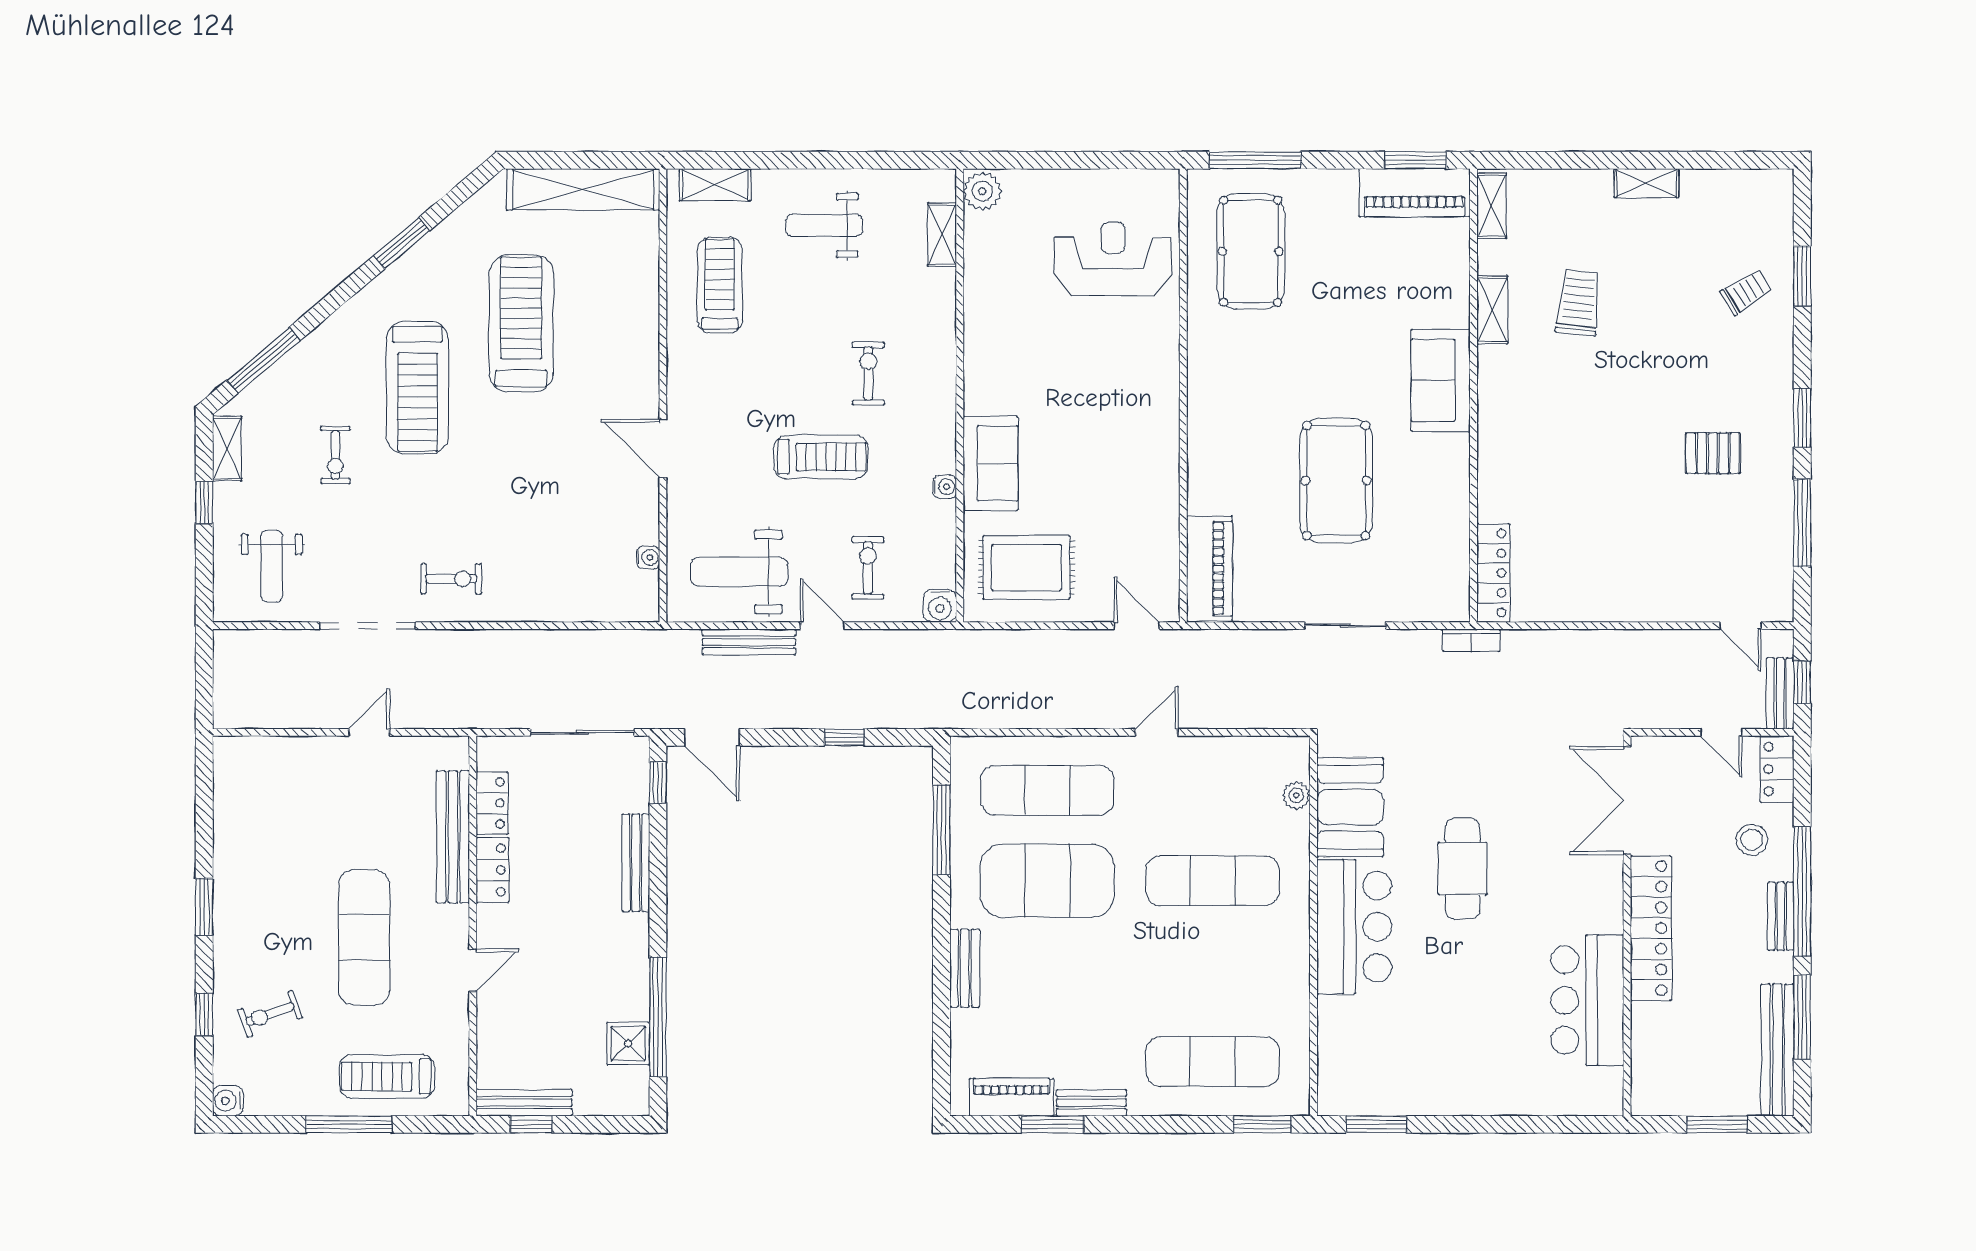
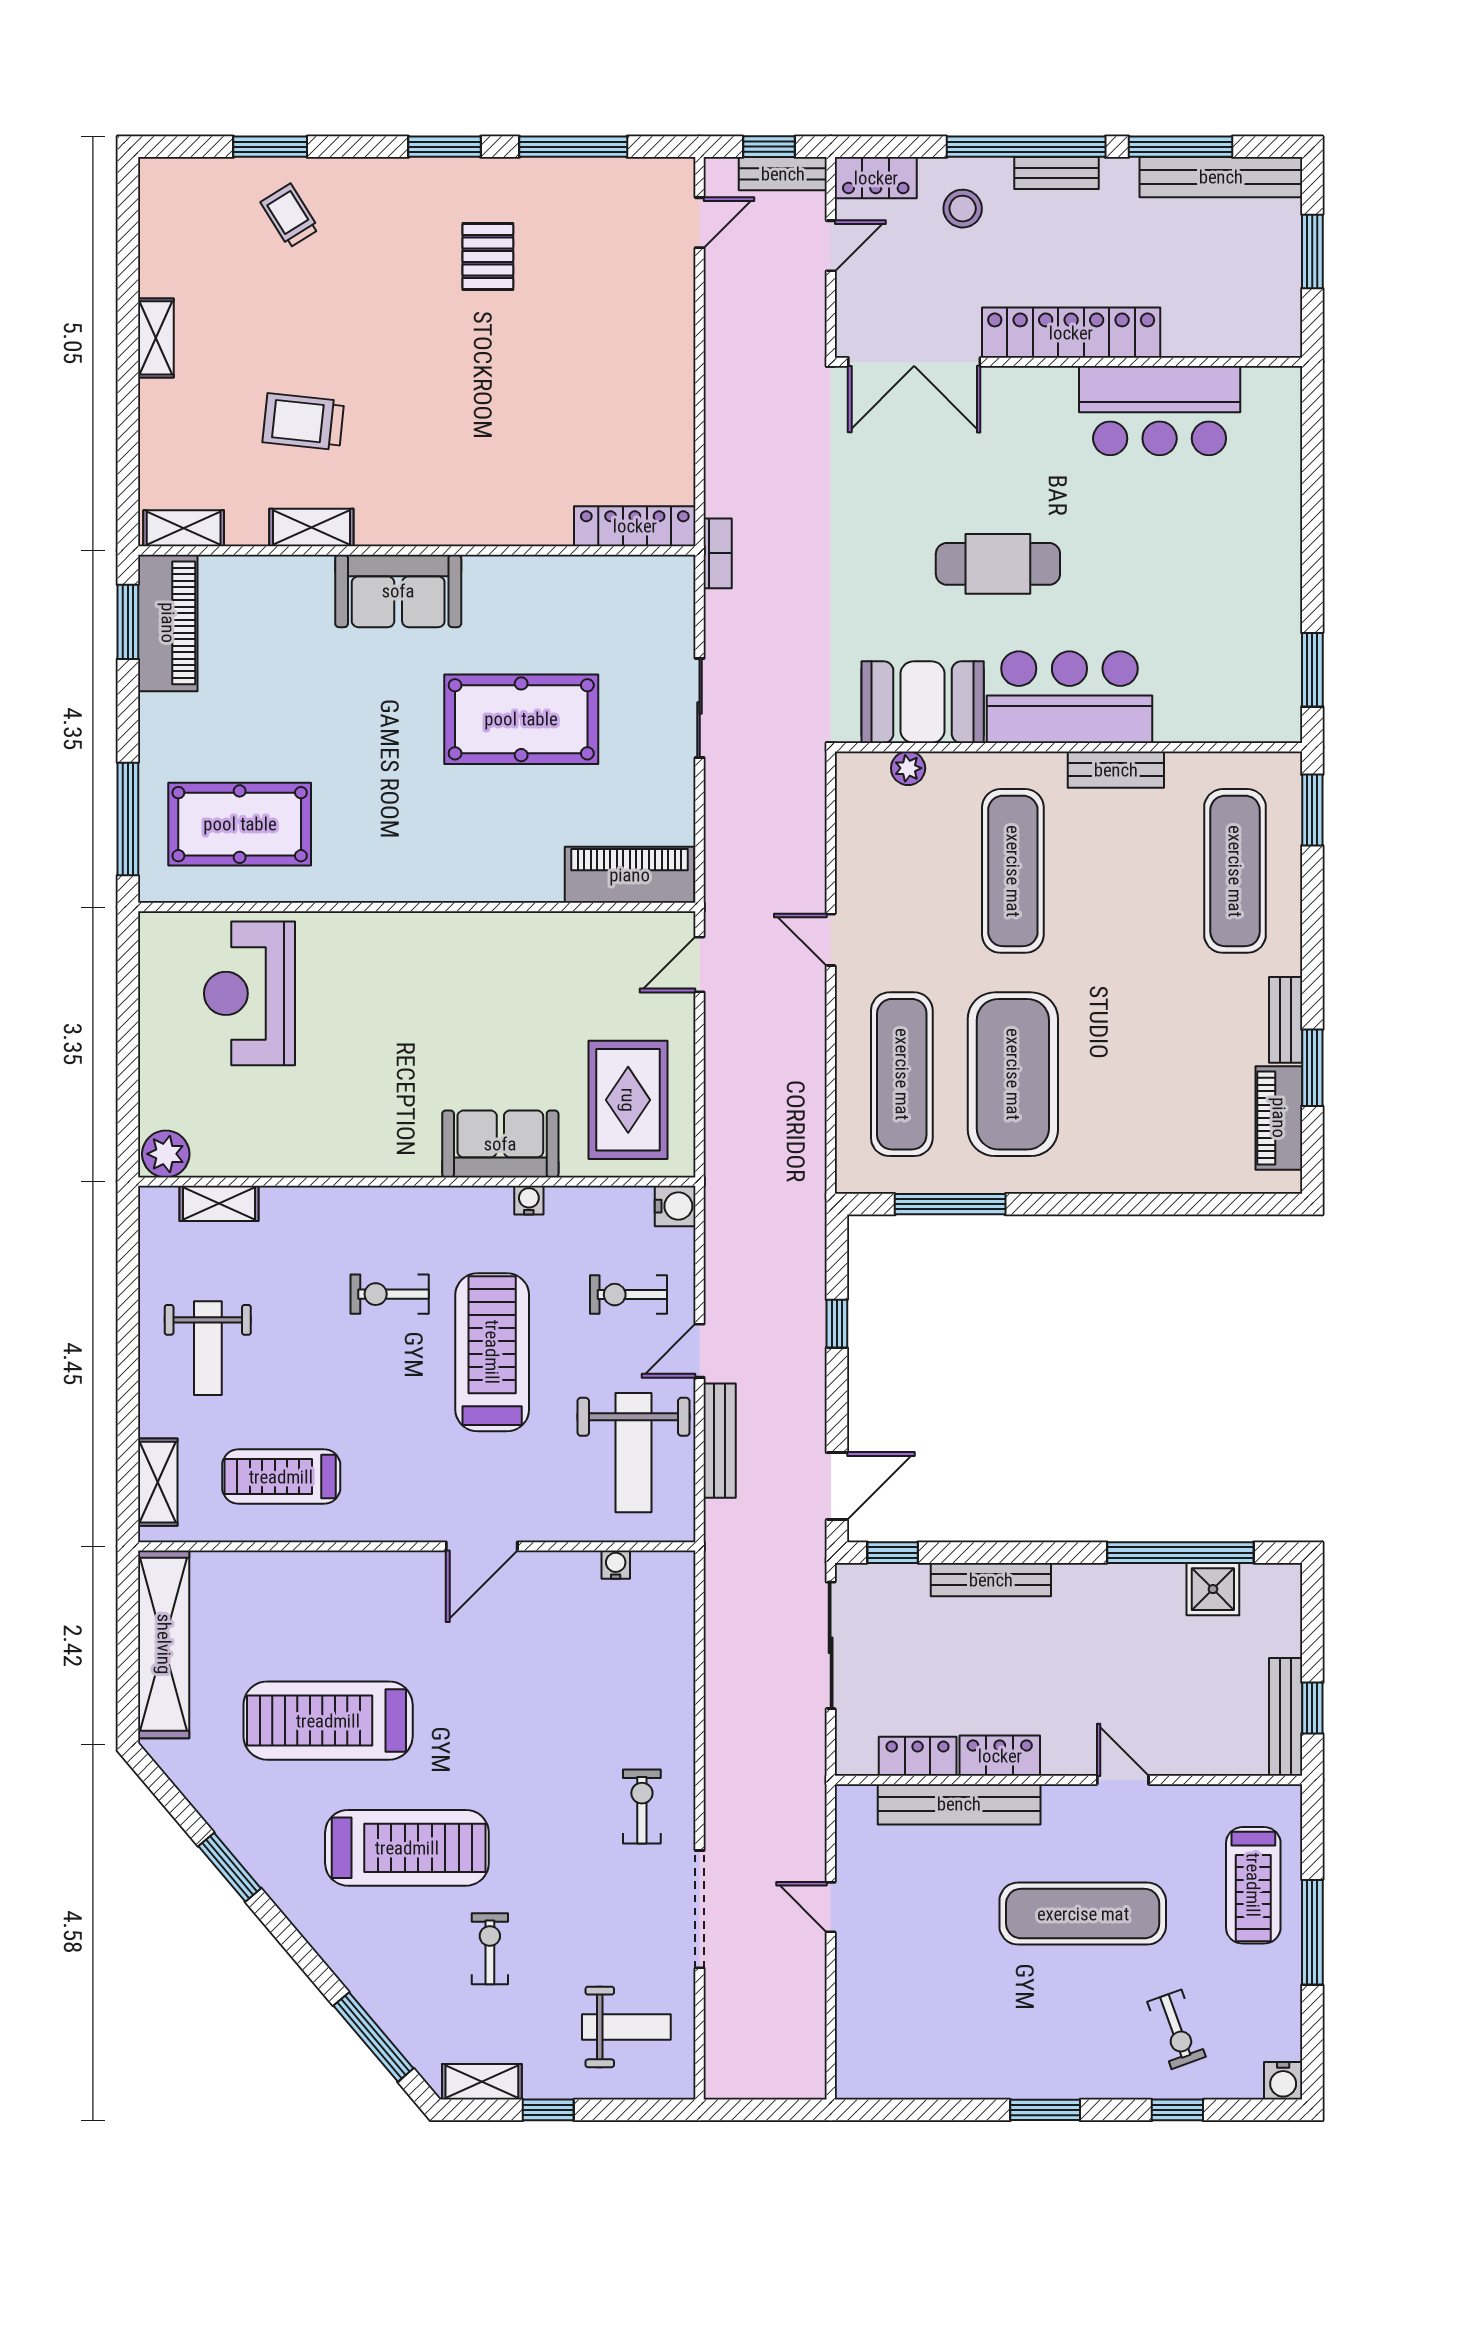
exercise bike: (335, 455) -> (490, 1949), turned -90
treadmill: (821, 457) -> (492, 1352), width x1.37, depth x1.38
bench: (965, 968) -> (1116, 770), moved

